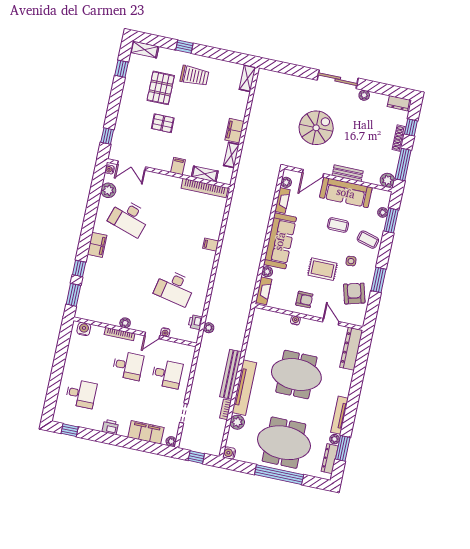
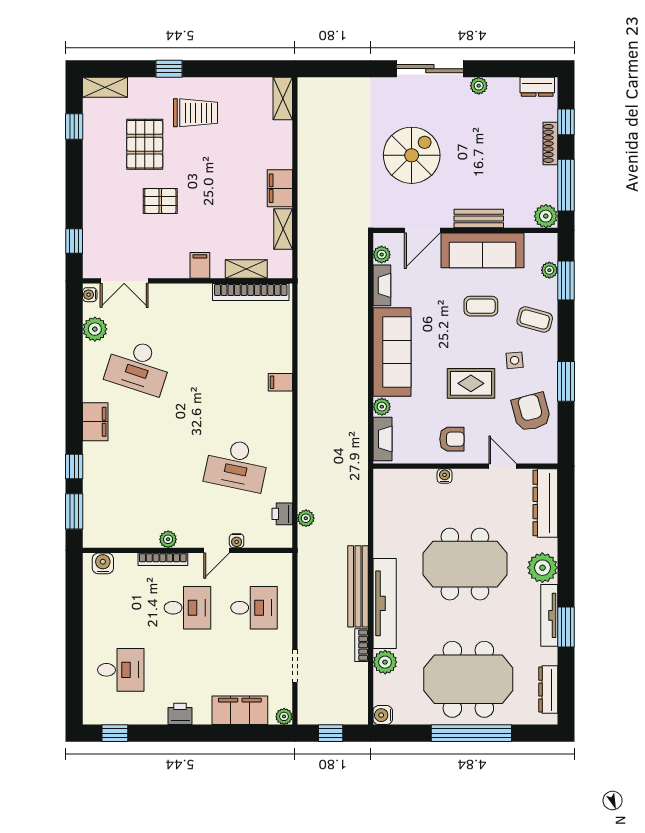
plant: (335, 439) -> (542, 568), moved, width x1.88, depth x1.88
window: (343, 448) -> (566, 627), moved

